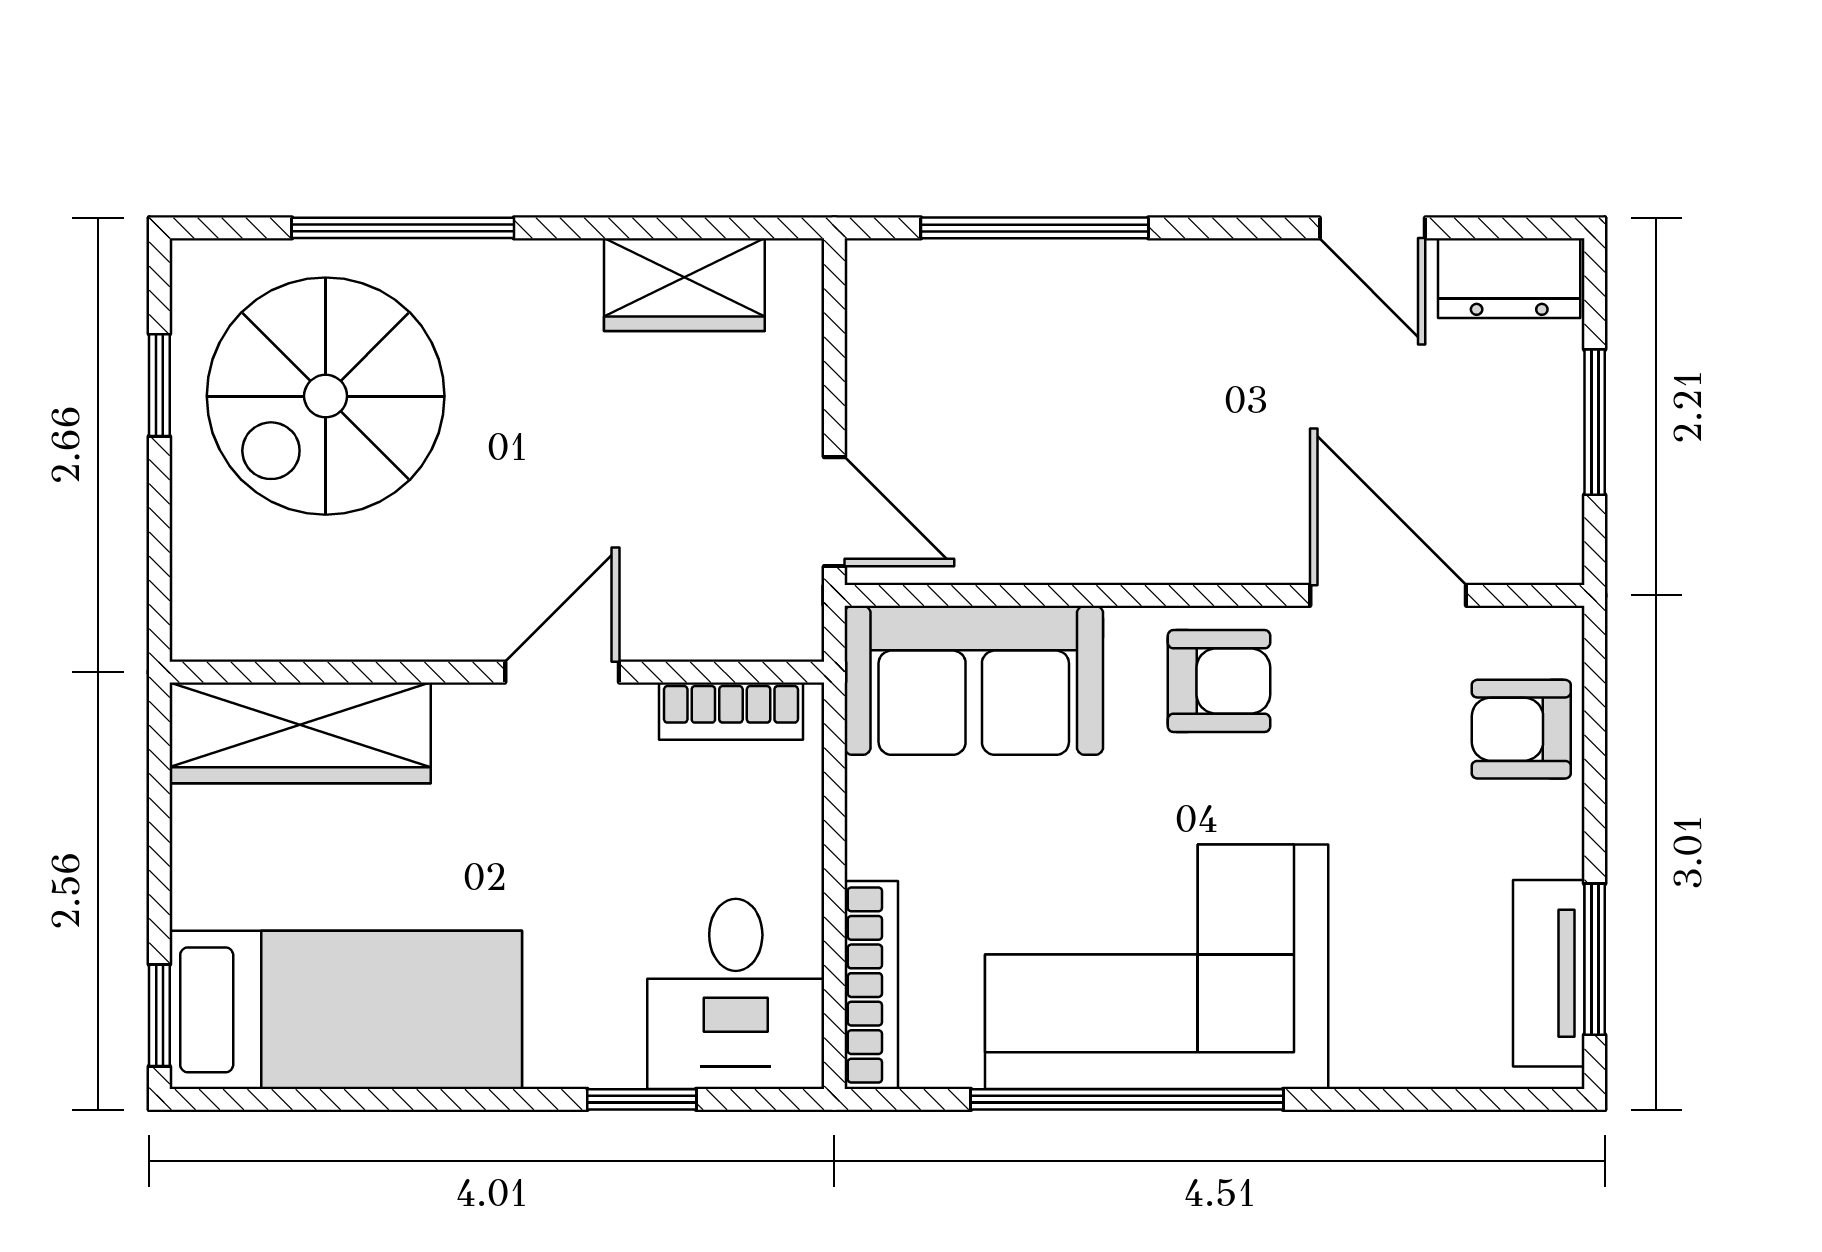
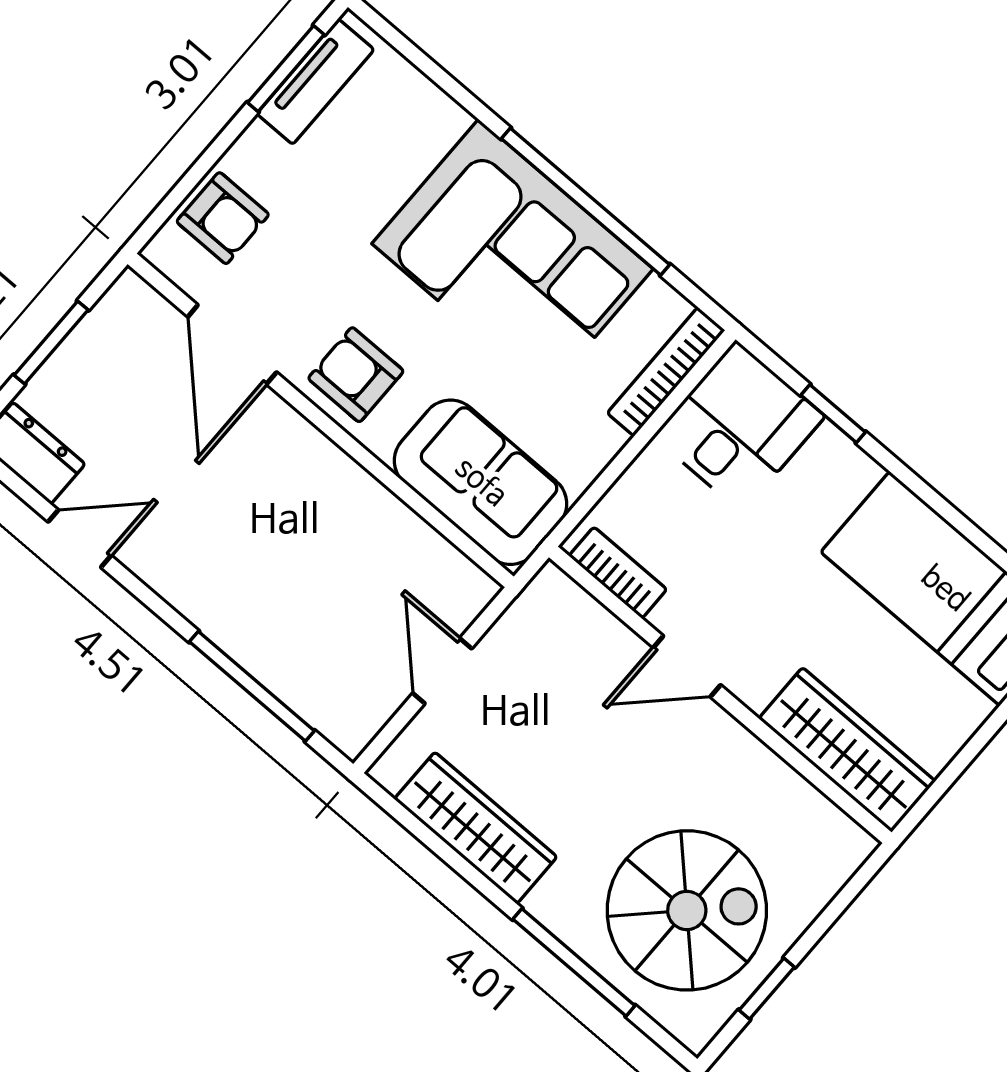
door: (1372, 228) -> (80, 539), hinge flipped
wardrobe: (684, 285) -> (476, 828), width x1.50
door: (834, 512) -> (442, 671), moved

